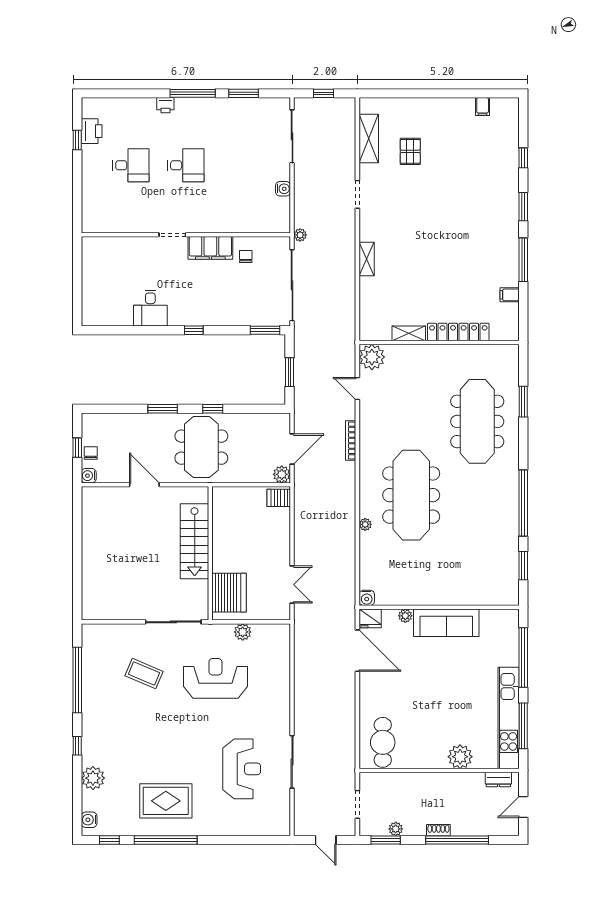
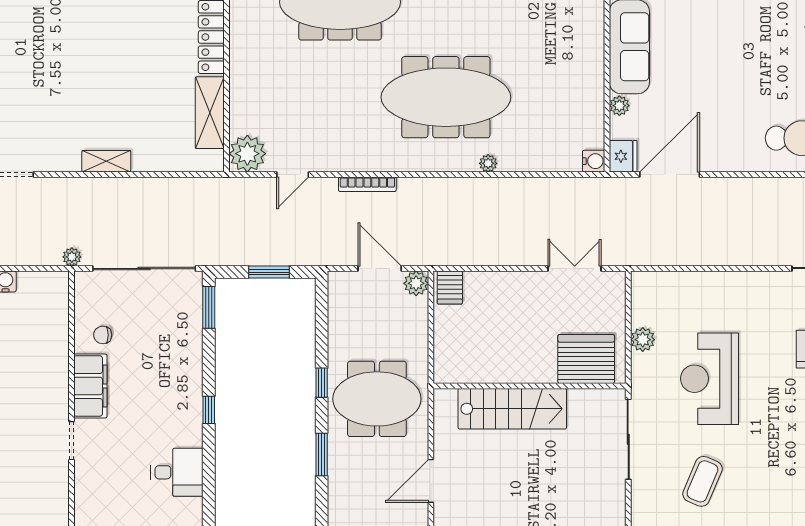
shelving: (409, 333) -> (210, 113), width x1.50, depth x1.33

